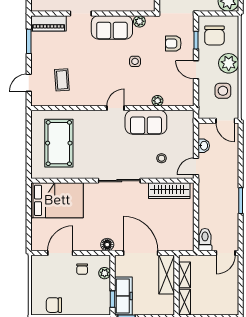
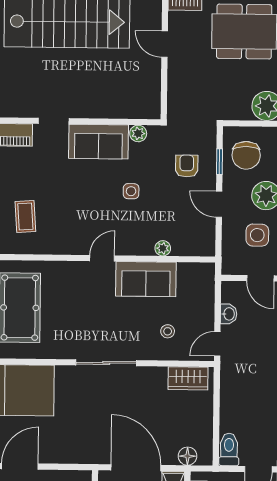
armchair: (173, 43) -> (187, 166), turned 90
wardrobe: (169, 191) -> (188, 378), width x0.67
floor lamp: (107, 245) -> (188, 456), moved

